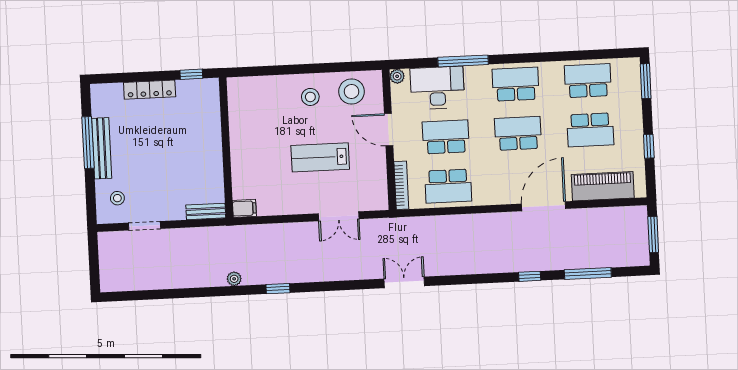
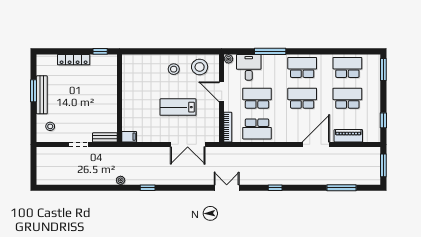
desk: (437, 88) -> (249, 67), width x0.73
school desk: (590, 130) -> (347, 98), turned 180
window: (88, 142) -> (34, 91), width x0.69
window: (649, 146) -> (383, 120), moved
piano: (603, 186) -> (348, 136), width x0.73, depth x0.75
double door: (339, 216) -> (188, 144), width x1.37
doorway: (144, 226) -> (79, 144), moved
window: (530, 276) -> (275, 188), moved

